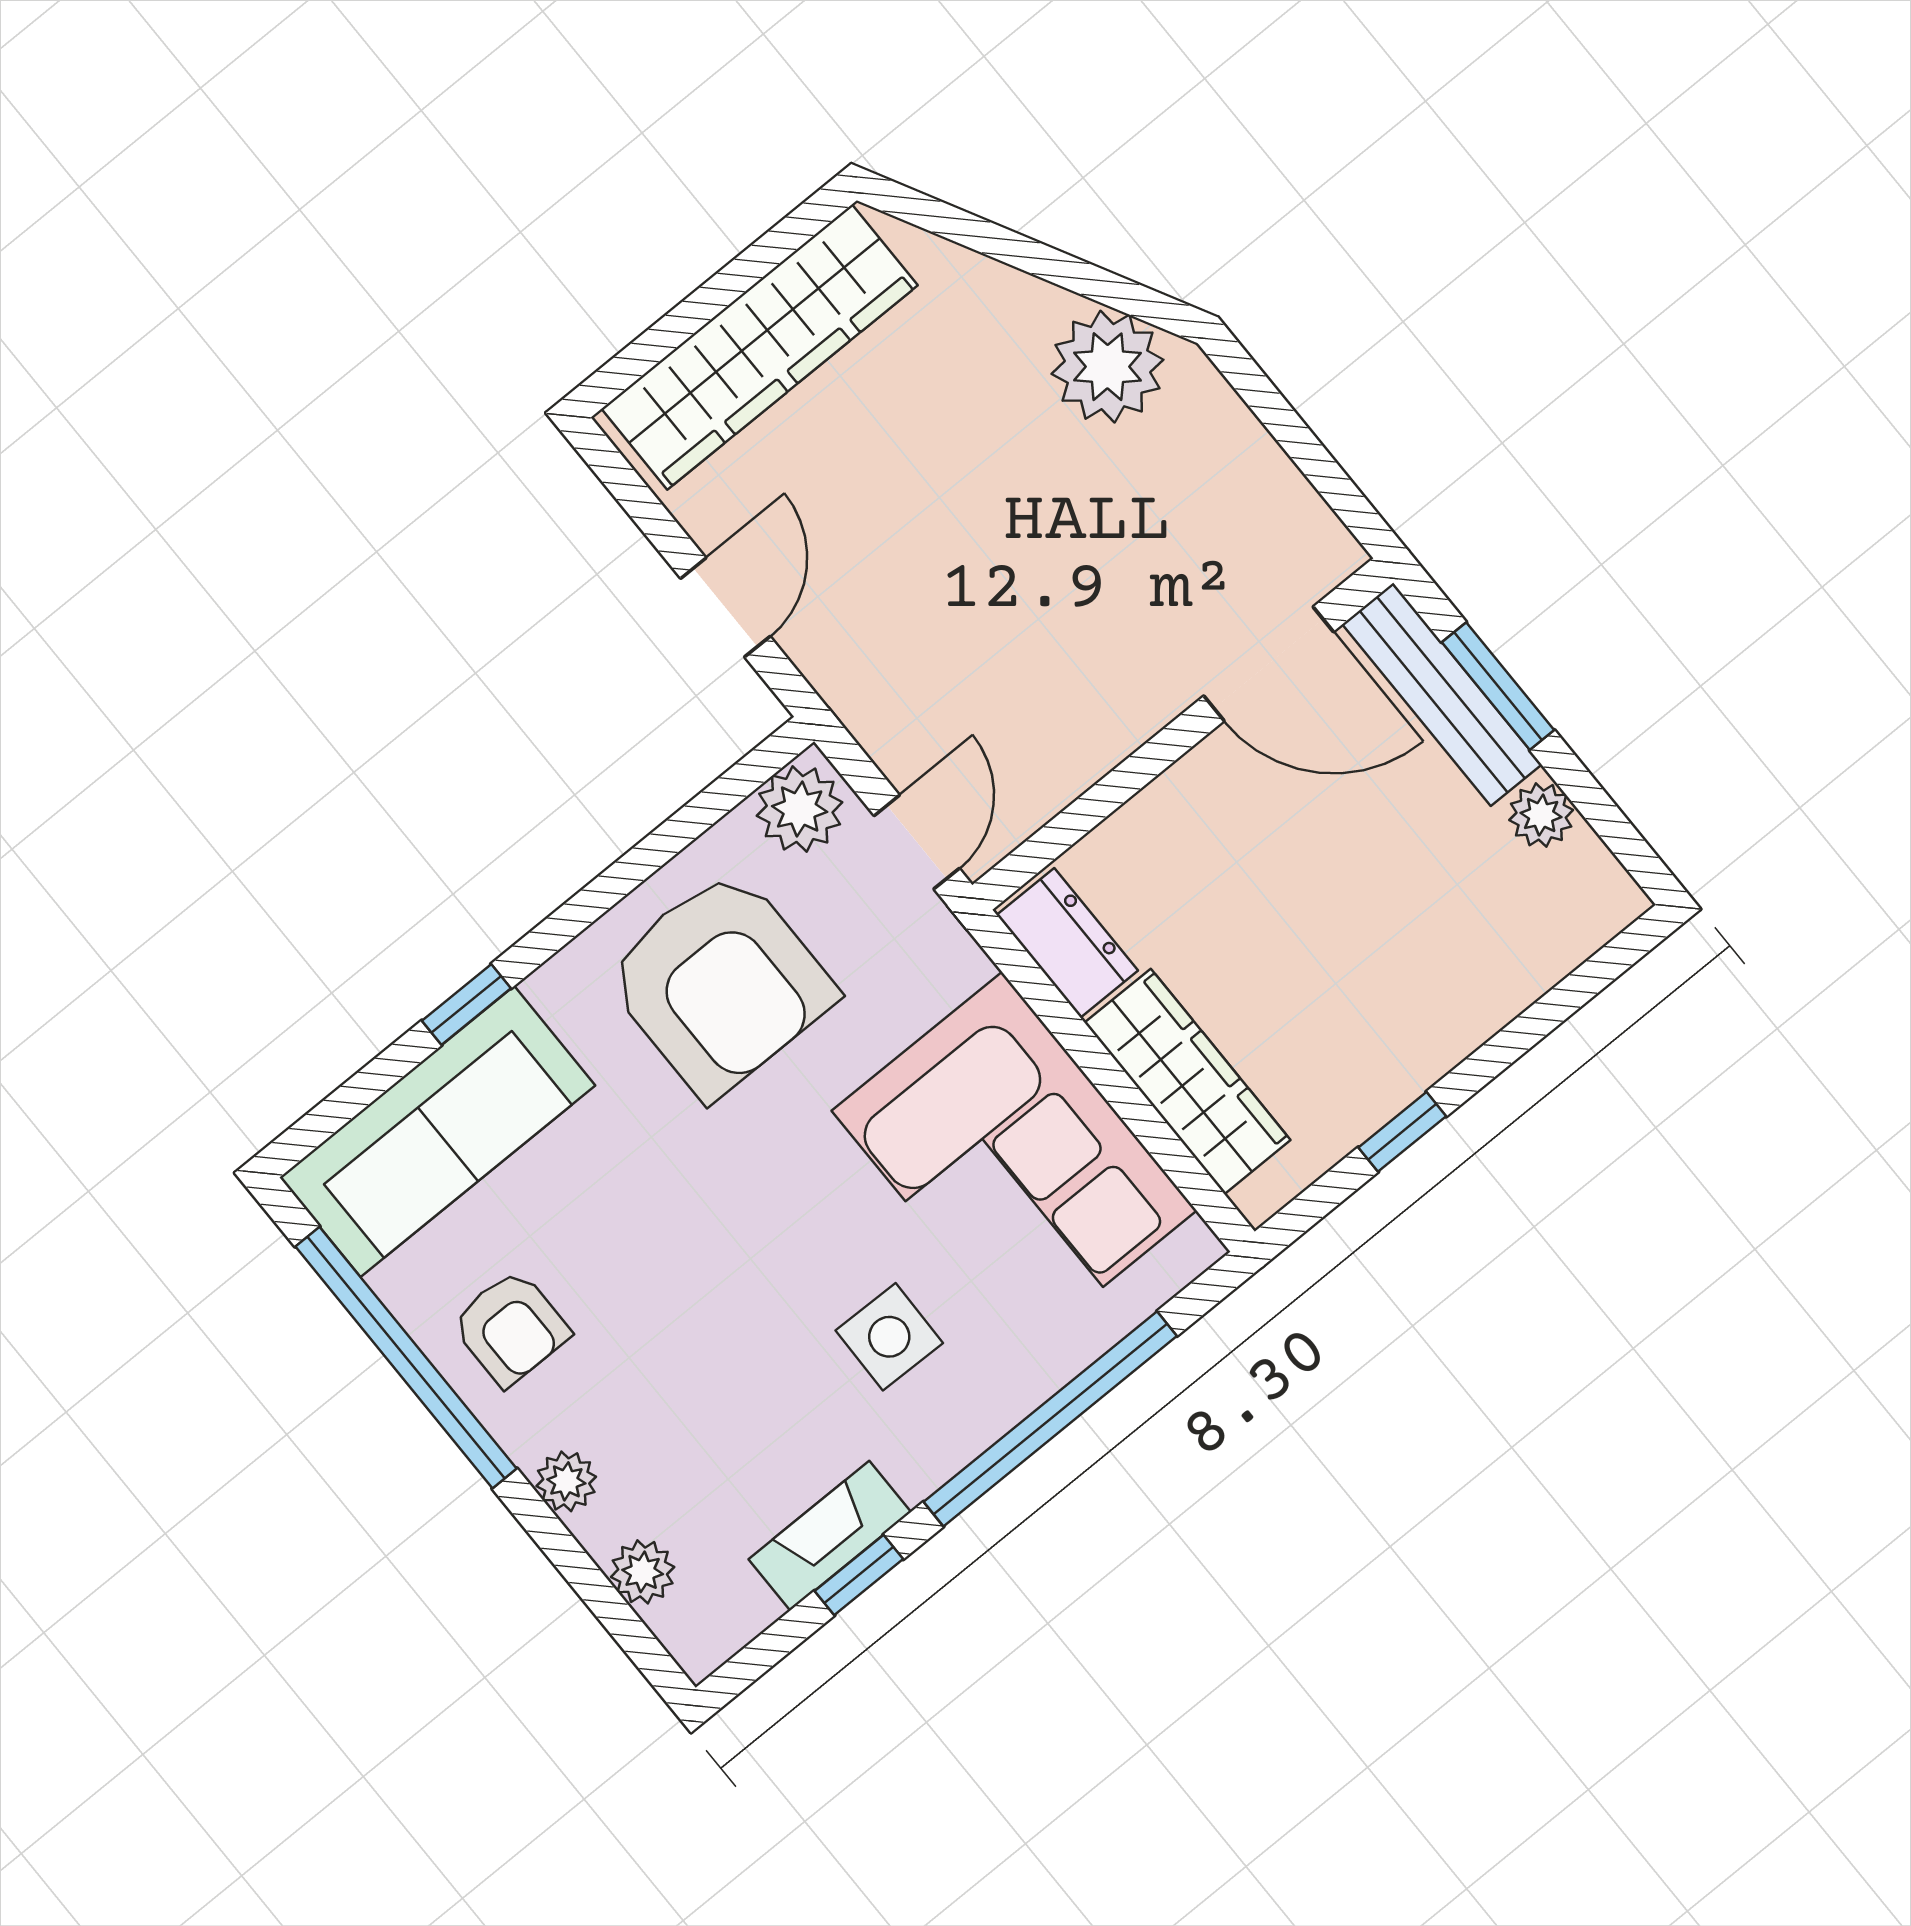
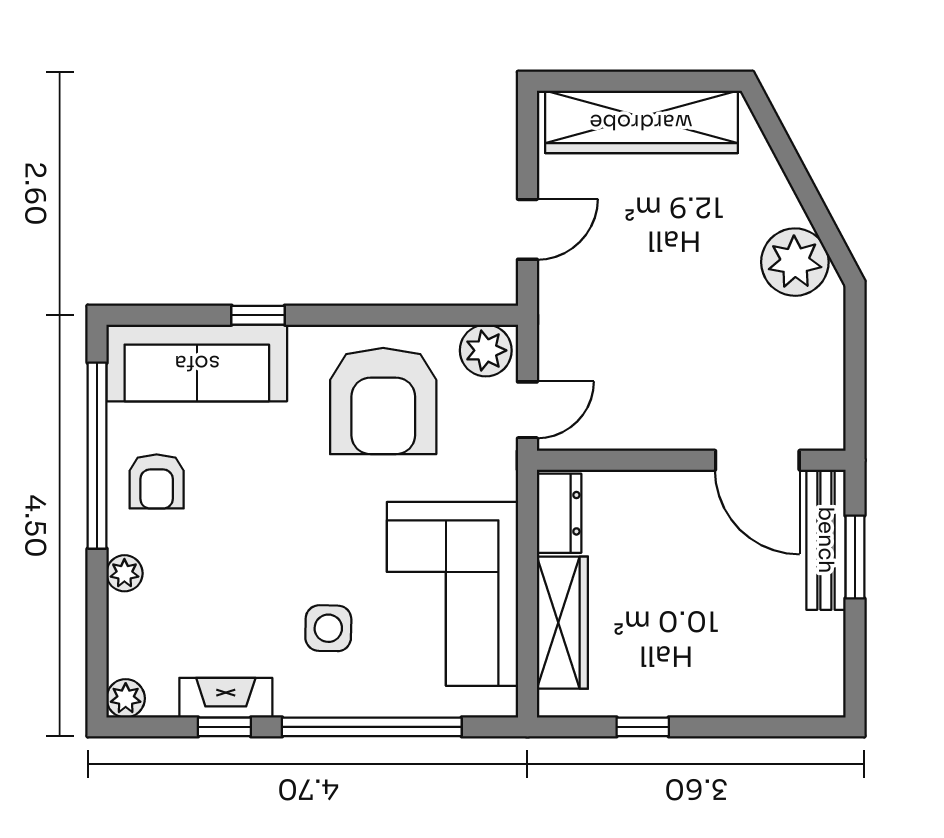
plant: (1541, 815) -> (826, 633), removed
plant: (643, 1572) -> (126, 698), moved

